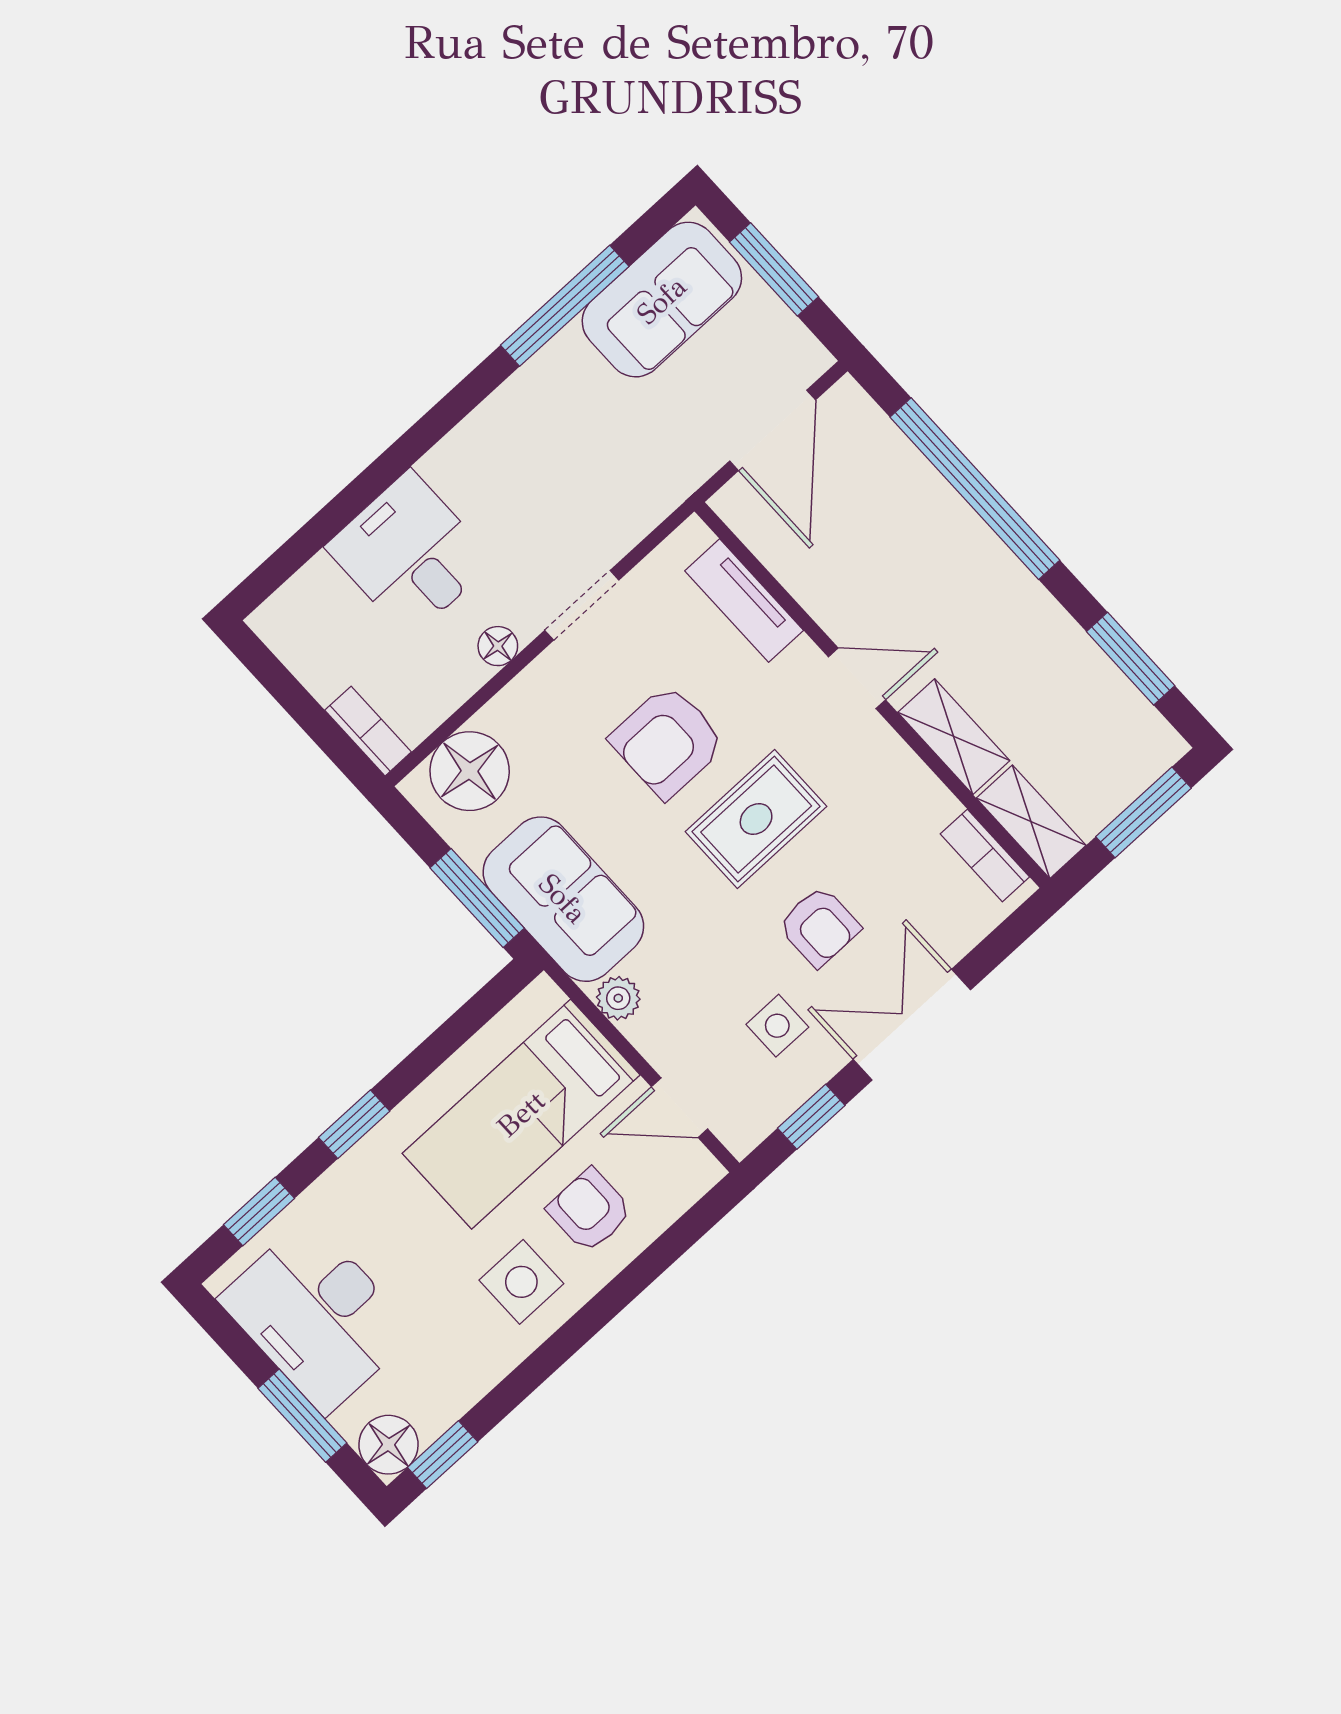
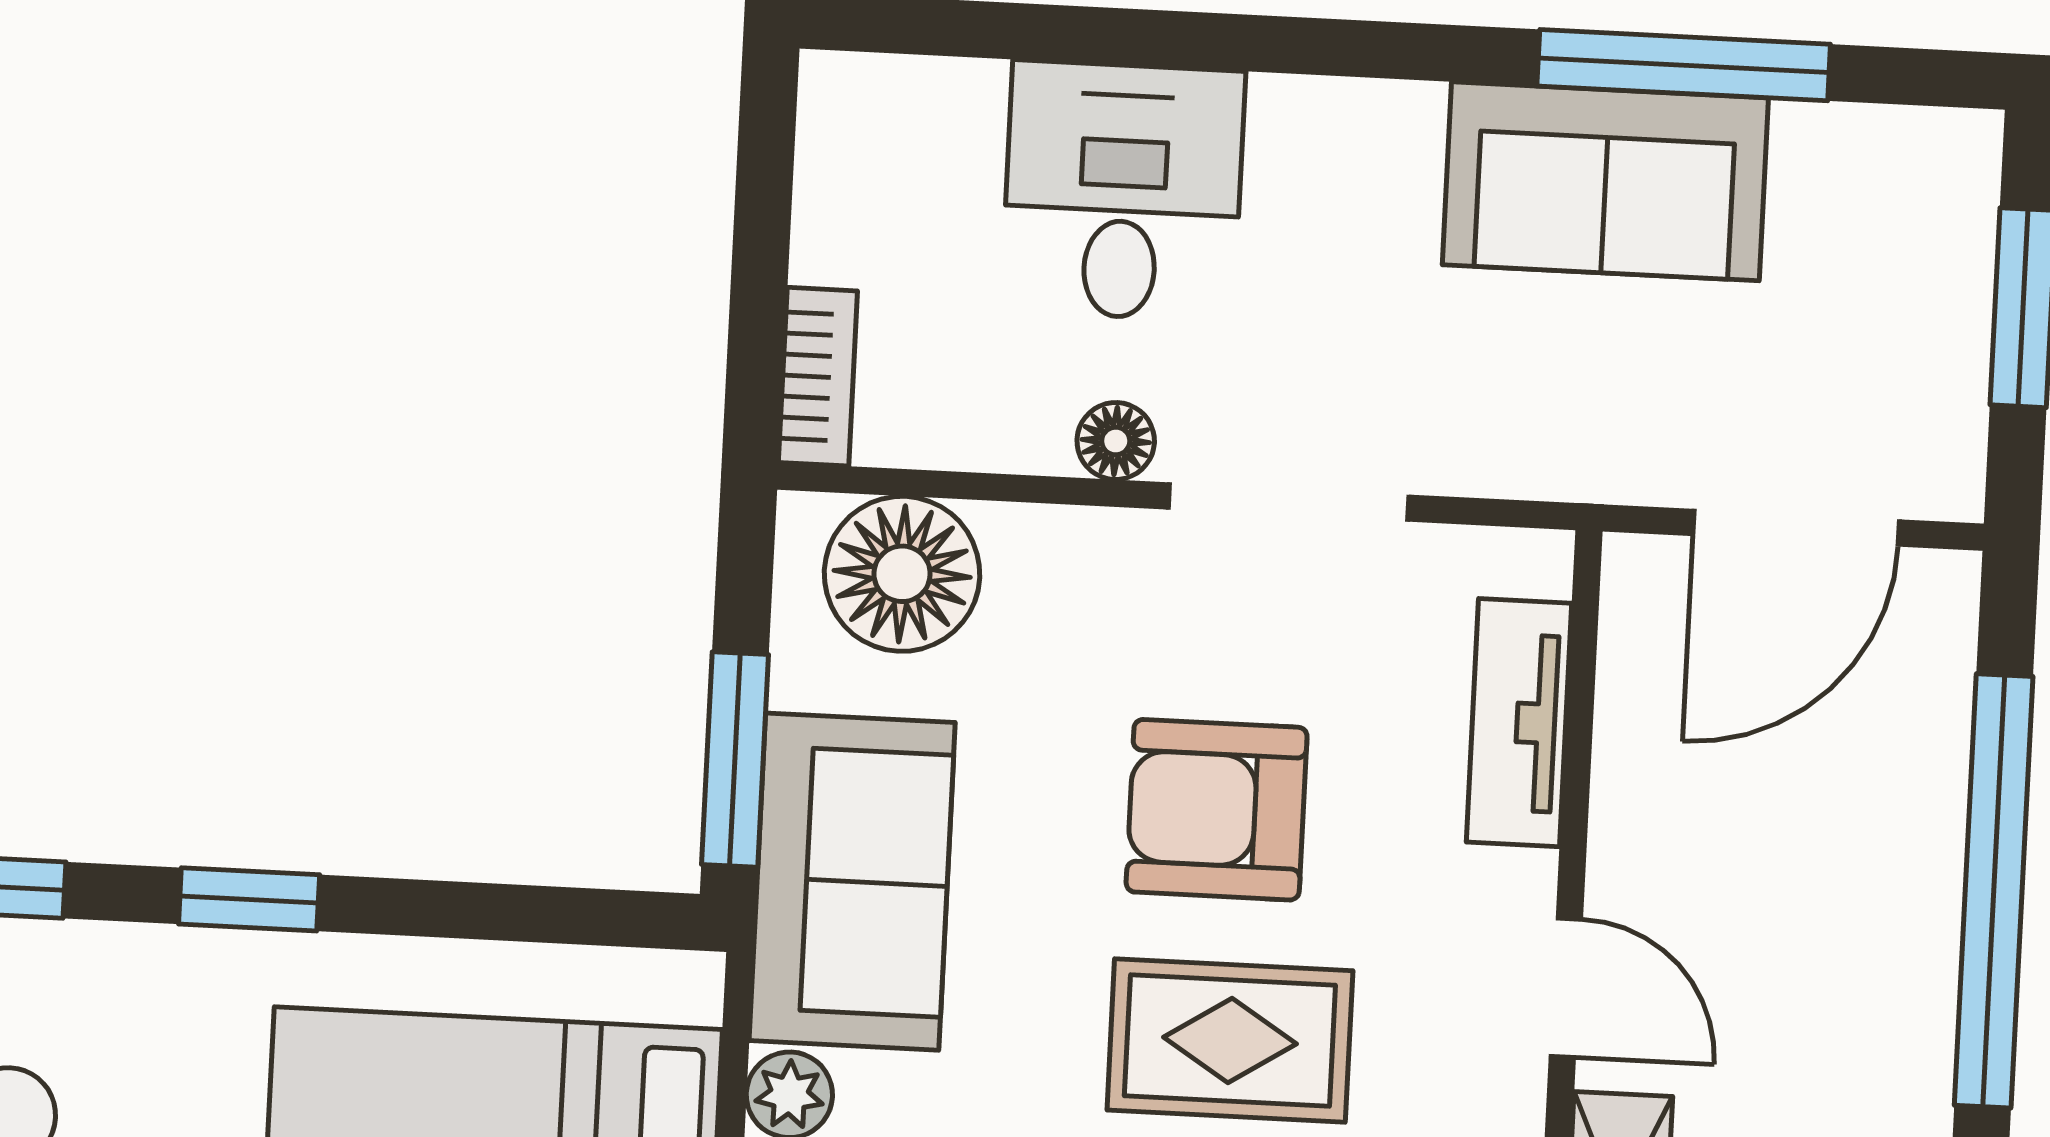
sofa: (662, 300) -> (1605, 181), moved
doorway: (582, 605) -> (1289, 502), width x1.38

